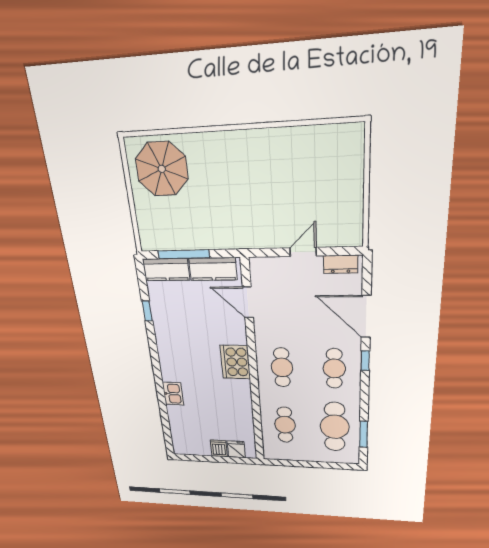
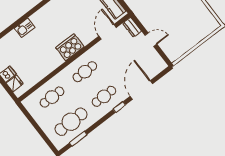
dresser: (341, 264) -> (132, 27), moved

